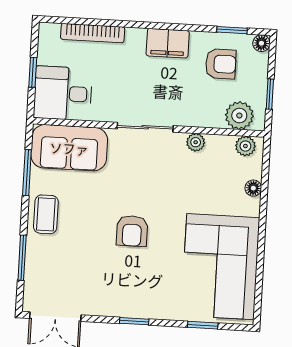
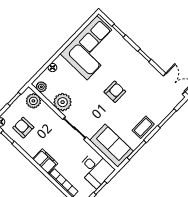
filing cabinet: (168, 43) -> (45, 161), moved
plant: (196, 142) -> (63, 102), width x1.87, depth x1.87

